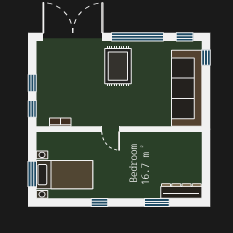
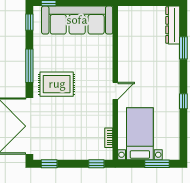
window: (138, 37) -> (29, 66), width x0.68
window: (32, 83) -> (49, 164), moved
bed with nightstands: (65, 175) -> (140, 134), moved

